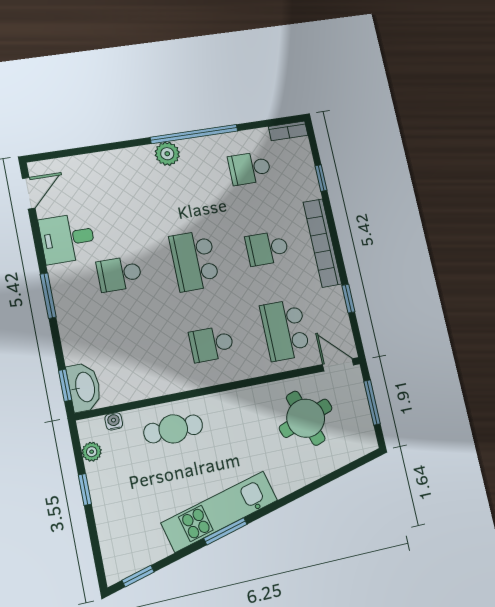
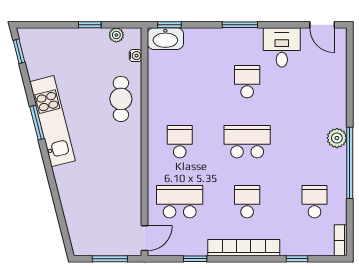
round table: (306, 418) -> (108, 203), removed

